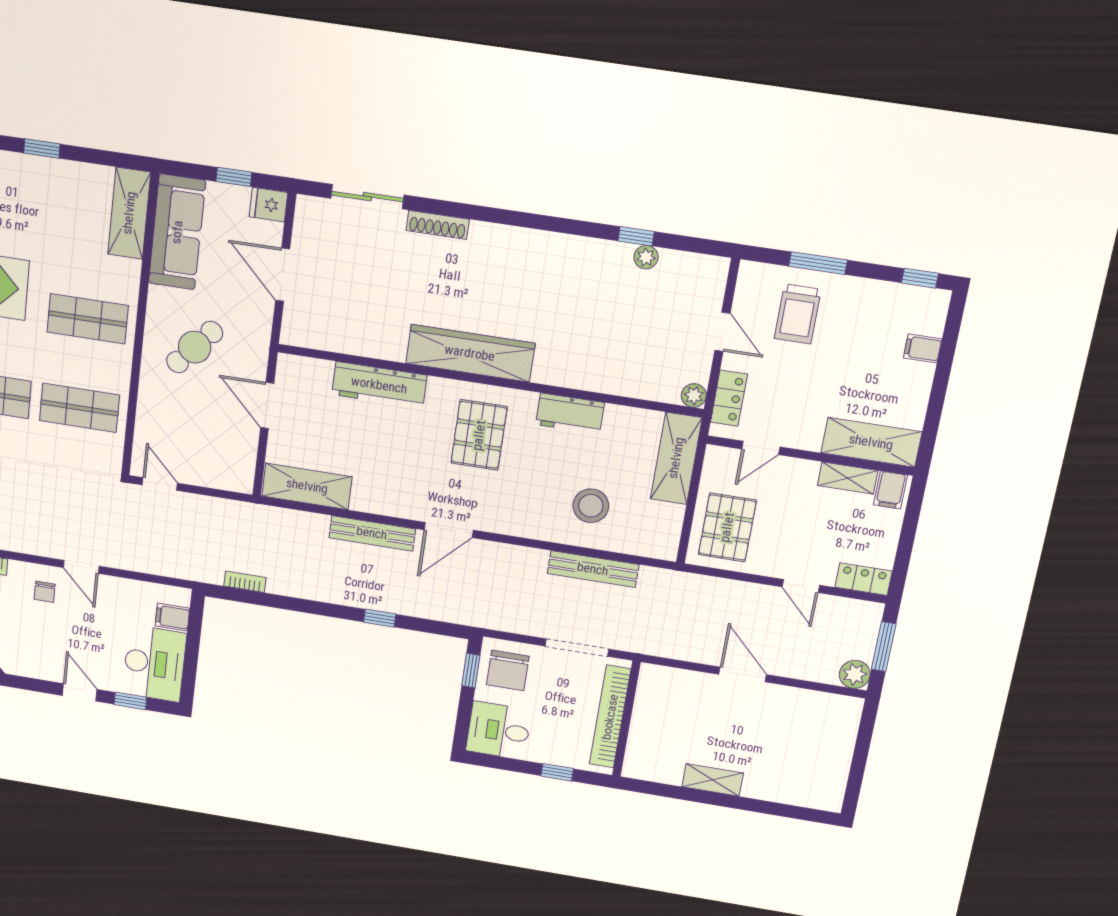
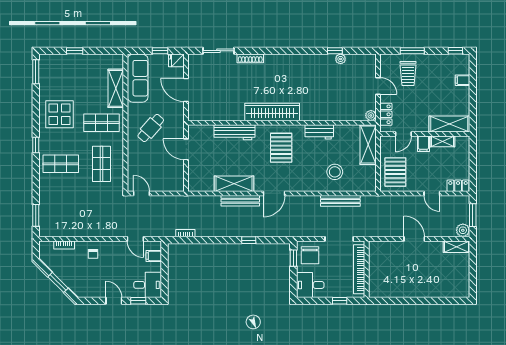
shelving: (129, 213) -> (116, 88), moved
shop shelf: (79, 408) -> (102, 164), turned 90
shelving: (307, 486) -> (234, 184), moved
filing cabinet: (891, 490) -> (423, 144), moved
door: (81, 567) -> (135, 239), moved
desk: (154, 663) -> (148, 285), width x0.73
shelving: (713, 780) -> (456, 247), moved

